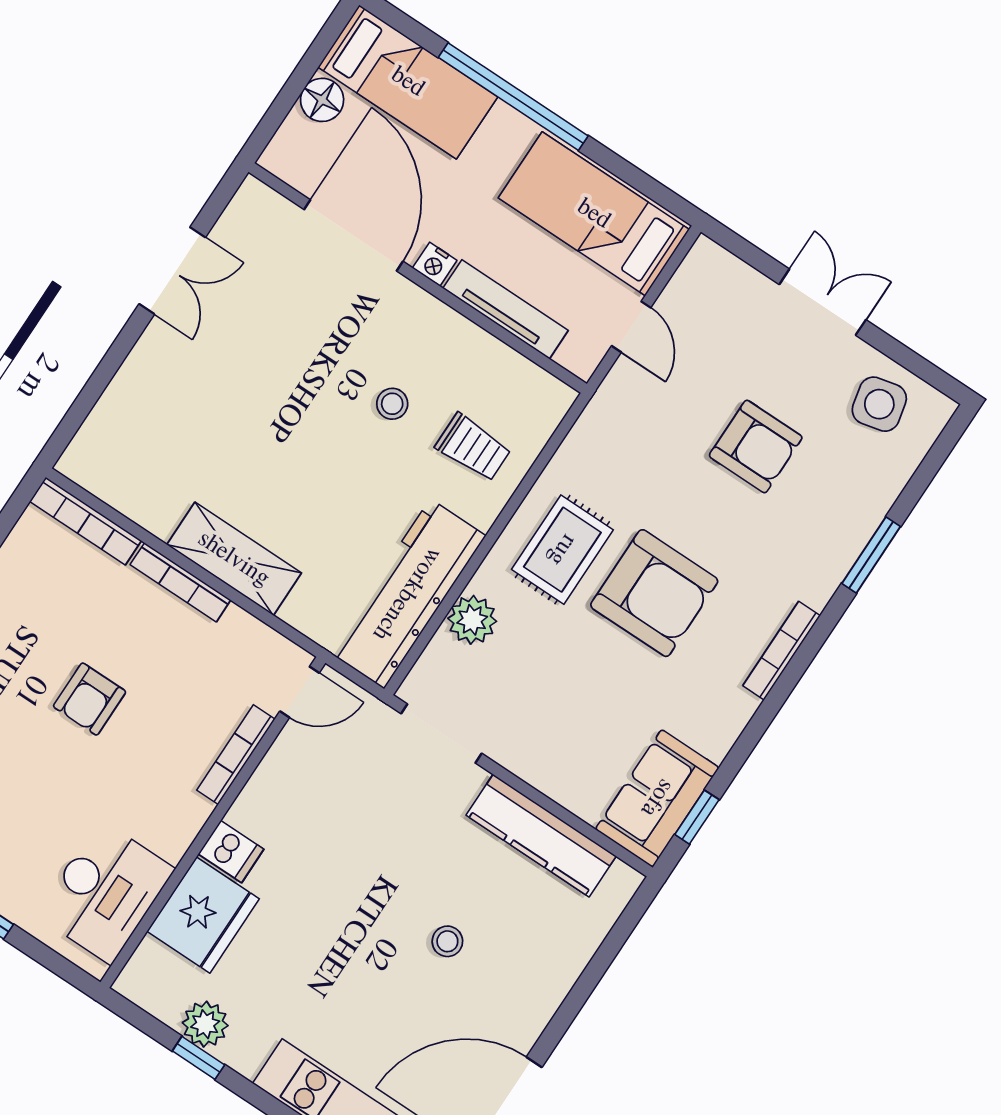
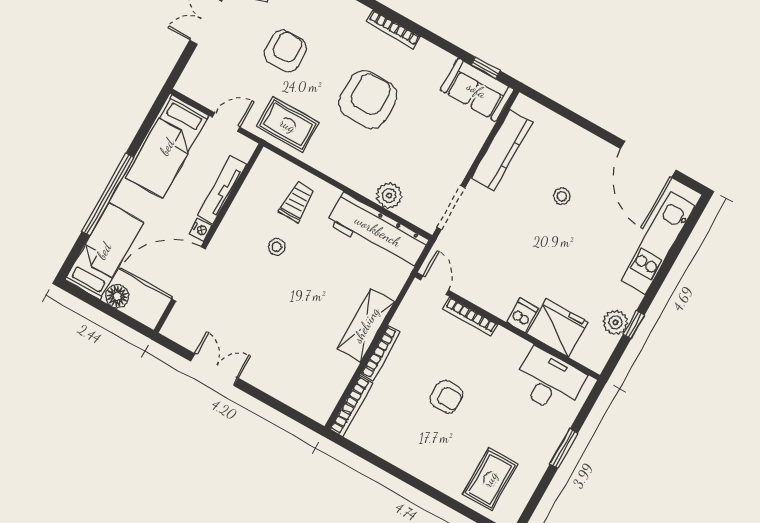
rug: (562, 550) -> (288, 125), moved

